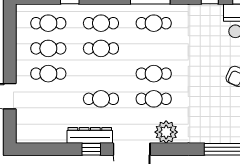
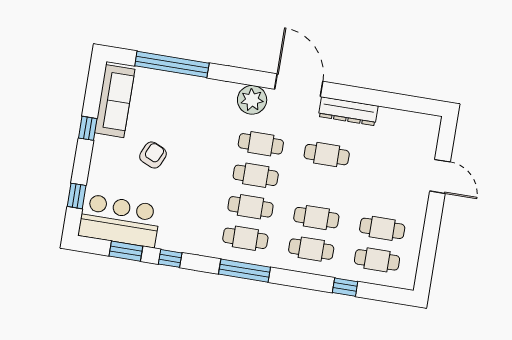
cafe table: (48, 74) -> (251, 207), moved
window: (91, 149) -> (349, 94), removed

